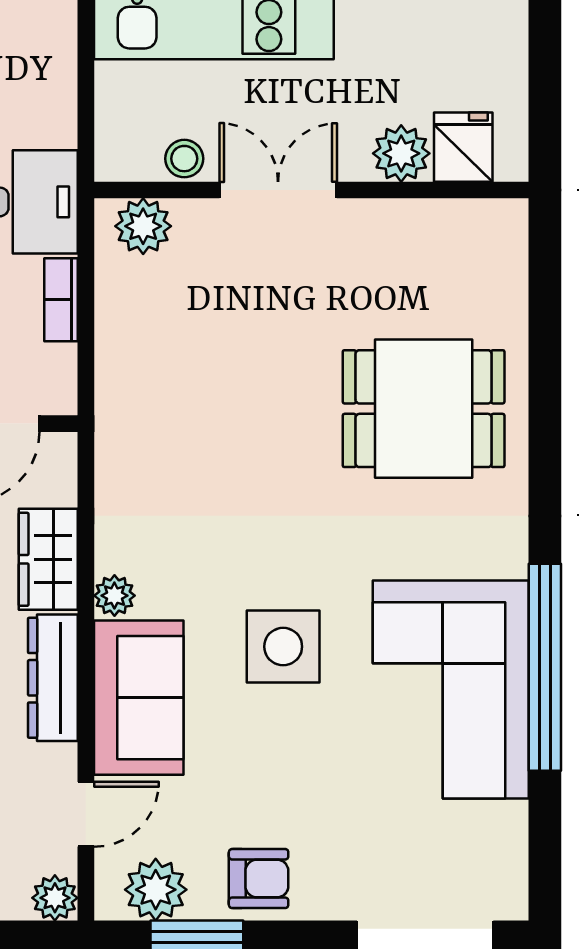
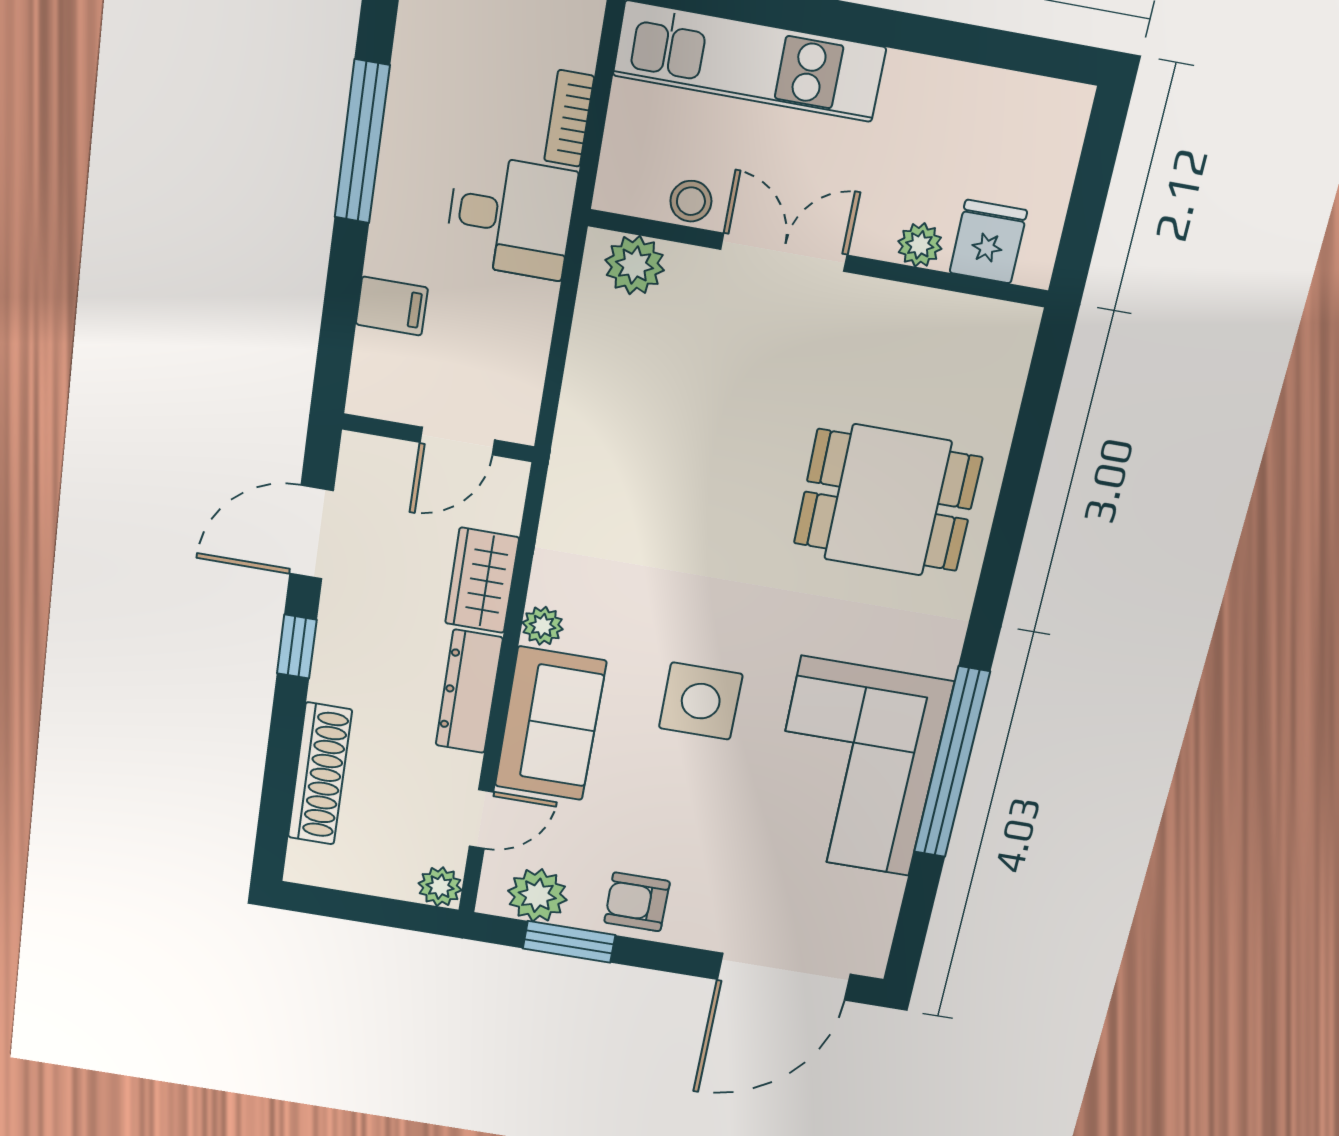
plant: (401, 153) -> (920, 245), width x0.73, depth x0.73
bookcase: (61, 300) -> (569, 118), moved
armchair: (259, 879) -> (637, 902), turned 180

